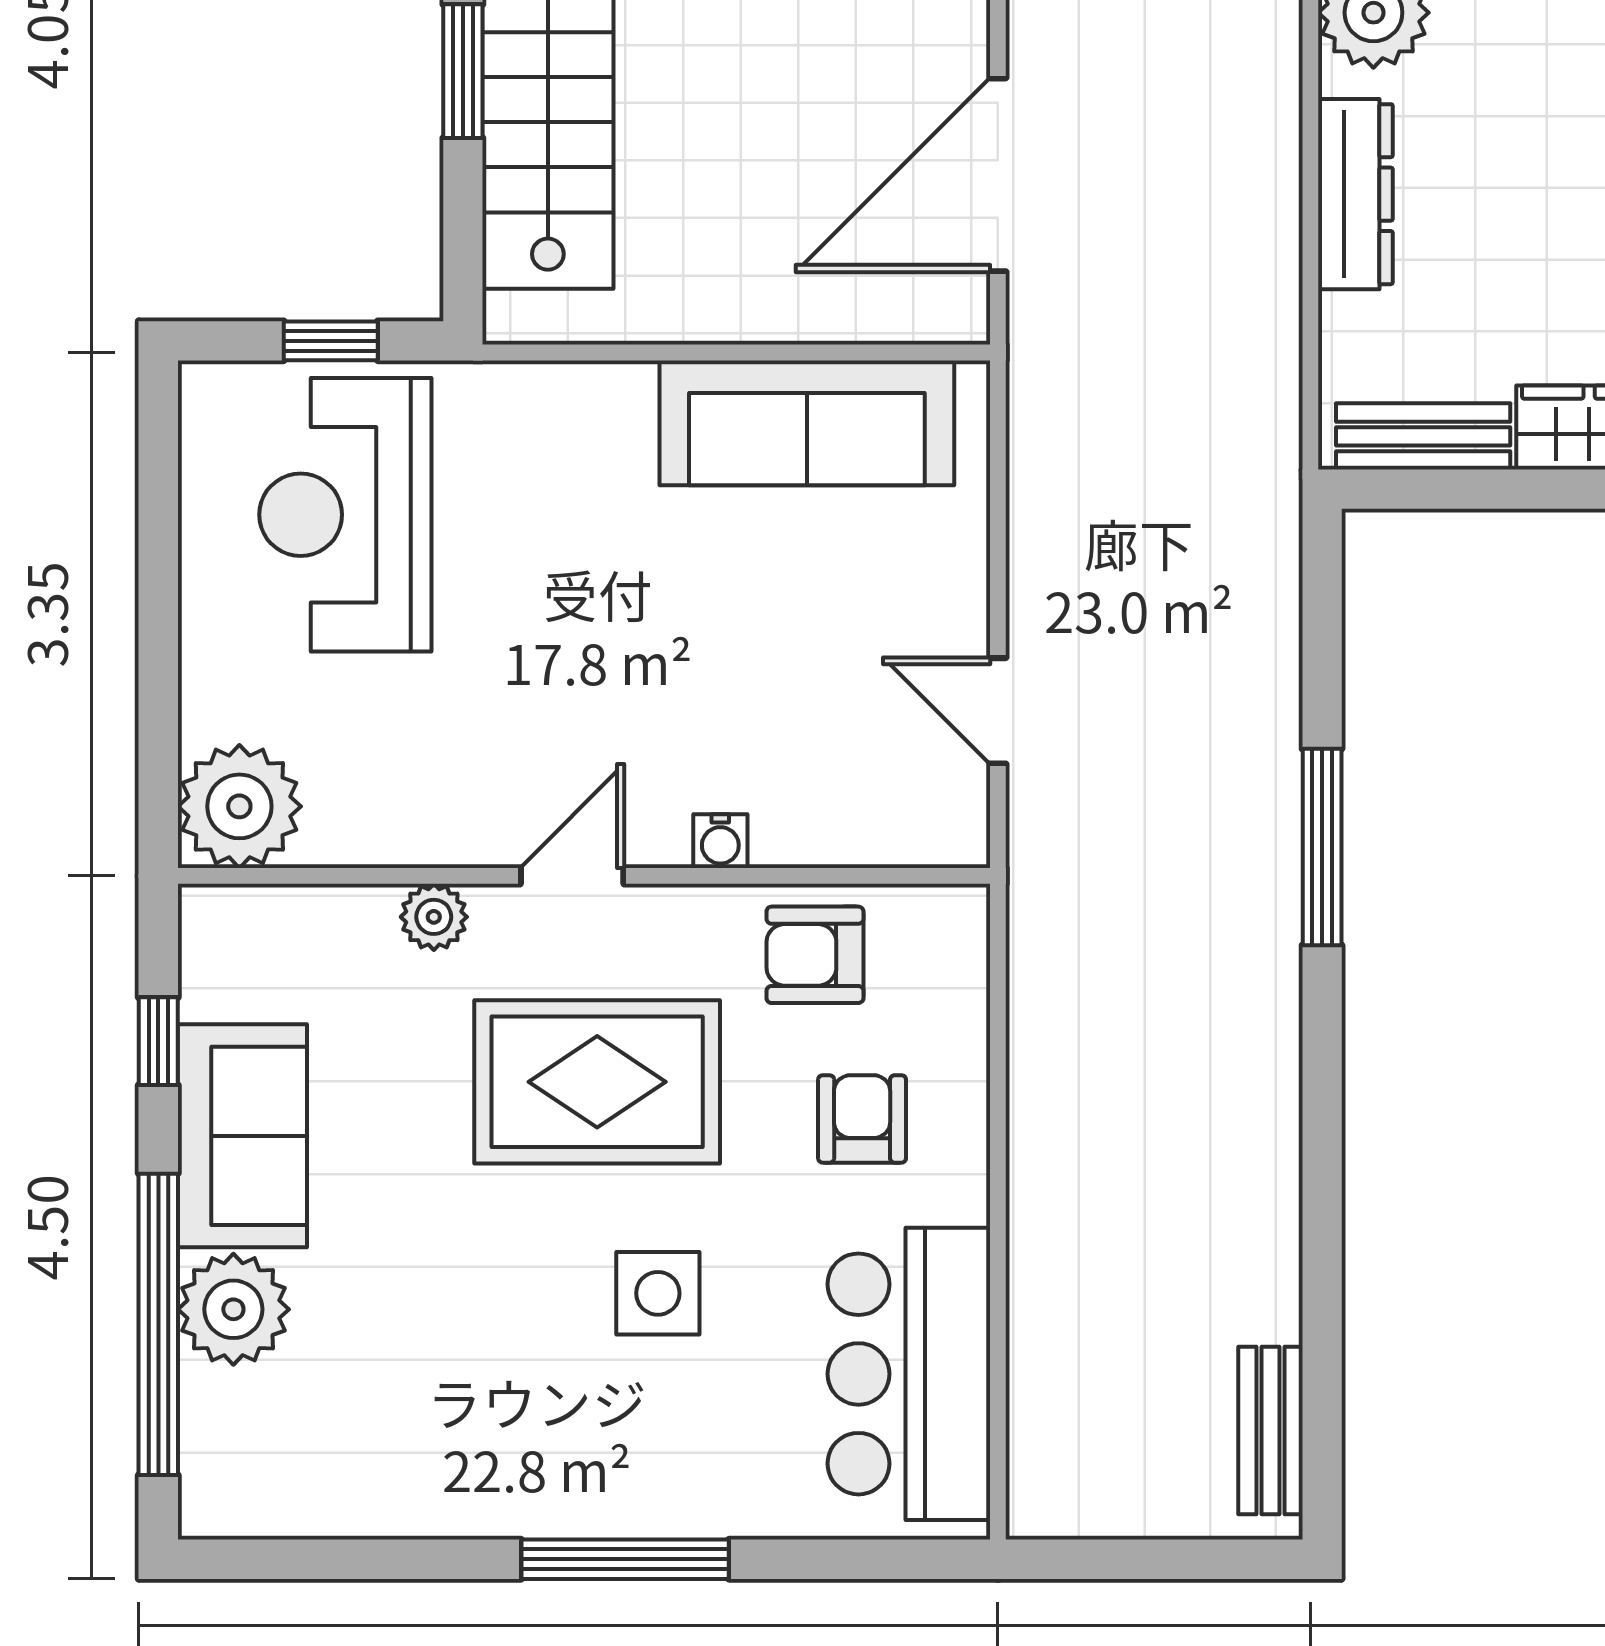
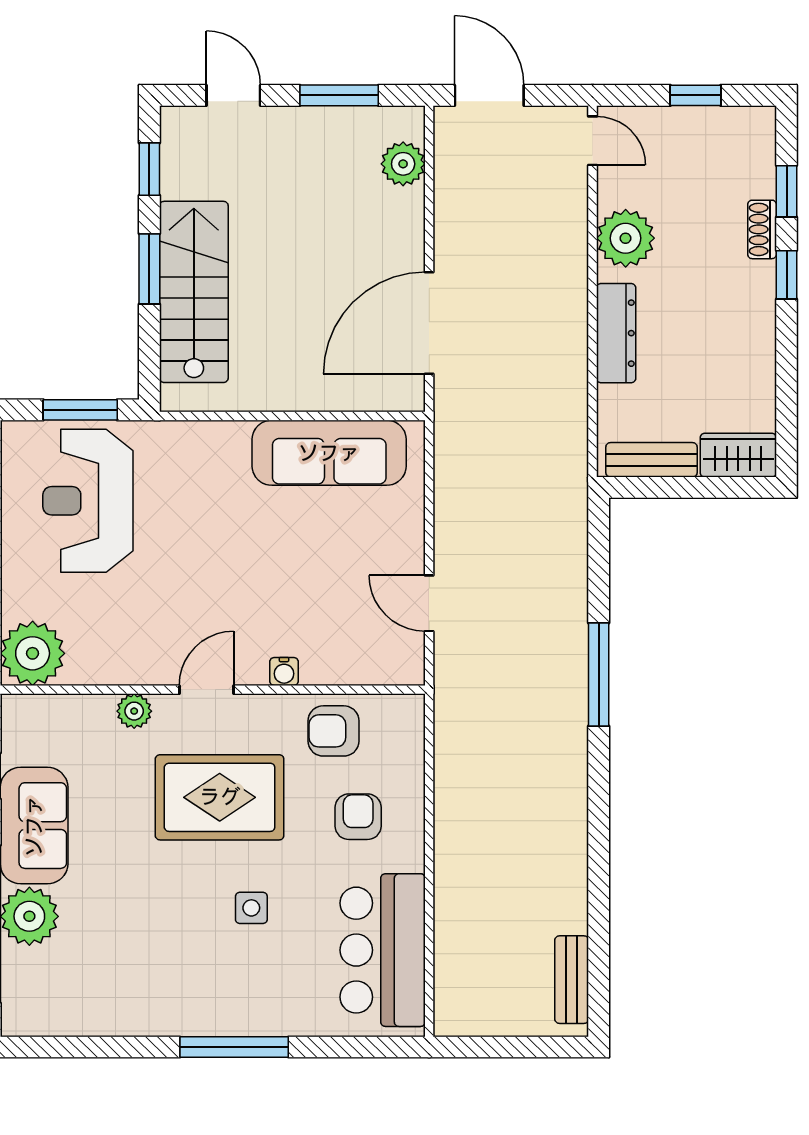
window: (331, 341) -> (80, 410), width x1.50
side table: (658, 1293) -> (251, 908), width x0.73, depth x0.73

